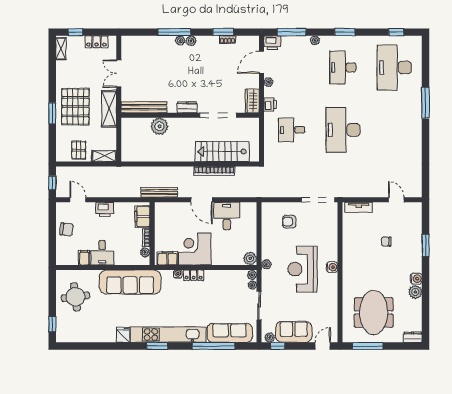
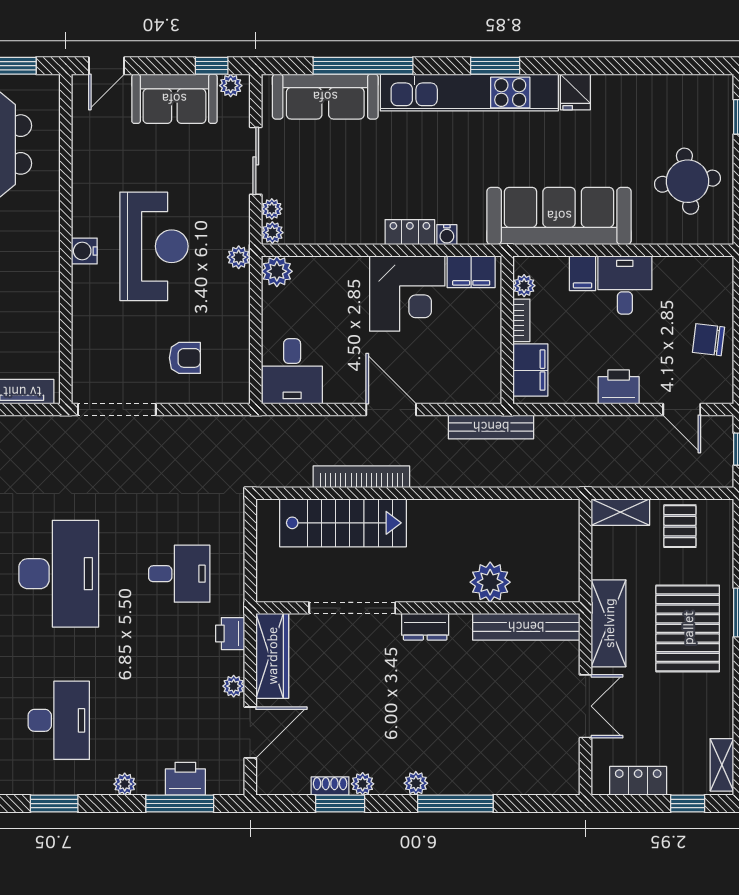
plant: (180, 40) -> (363, 784), moved
printer: (272, 43) -> (185, 779), moved
wardrobe: (252, 101) -> (272, 656), width x1.50
desk: (227, 216) -> (292, 371), moved
filing cabinet: (84, 258) -> (583, 273), moved

